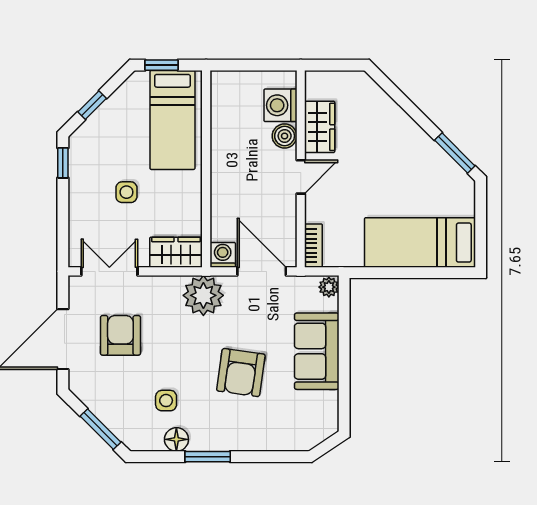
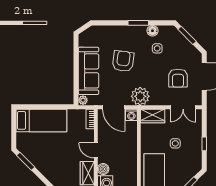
window: (63, 163) -> (204, 144), moved
door: (301, 177) -> (96, 150), hinge flipped
sofa: (317, 351) -> (89, 71), width x1.36

